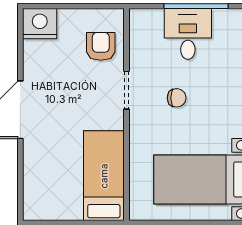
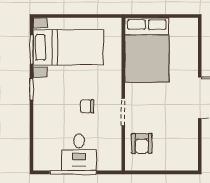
nightstand: (40, 24) -> (186, 160), removed
bed: (104, 176) -> (147, 50), width x1.50

